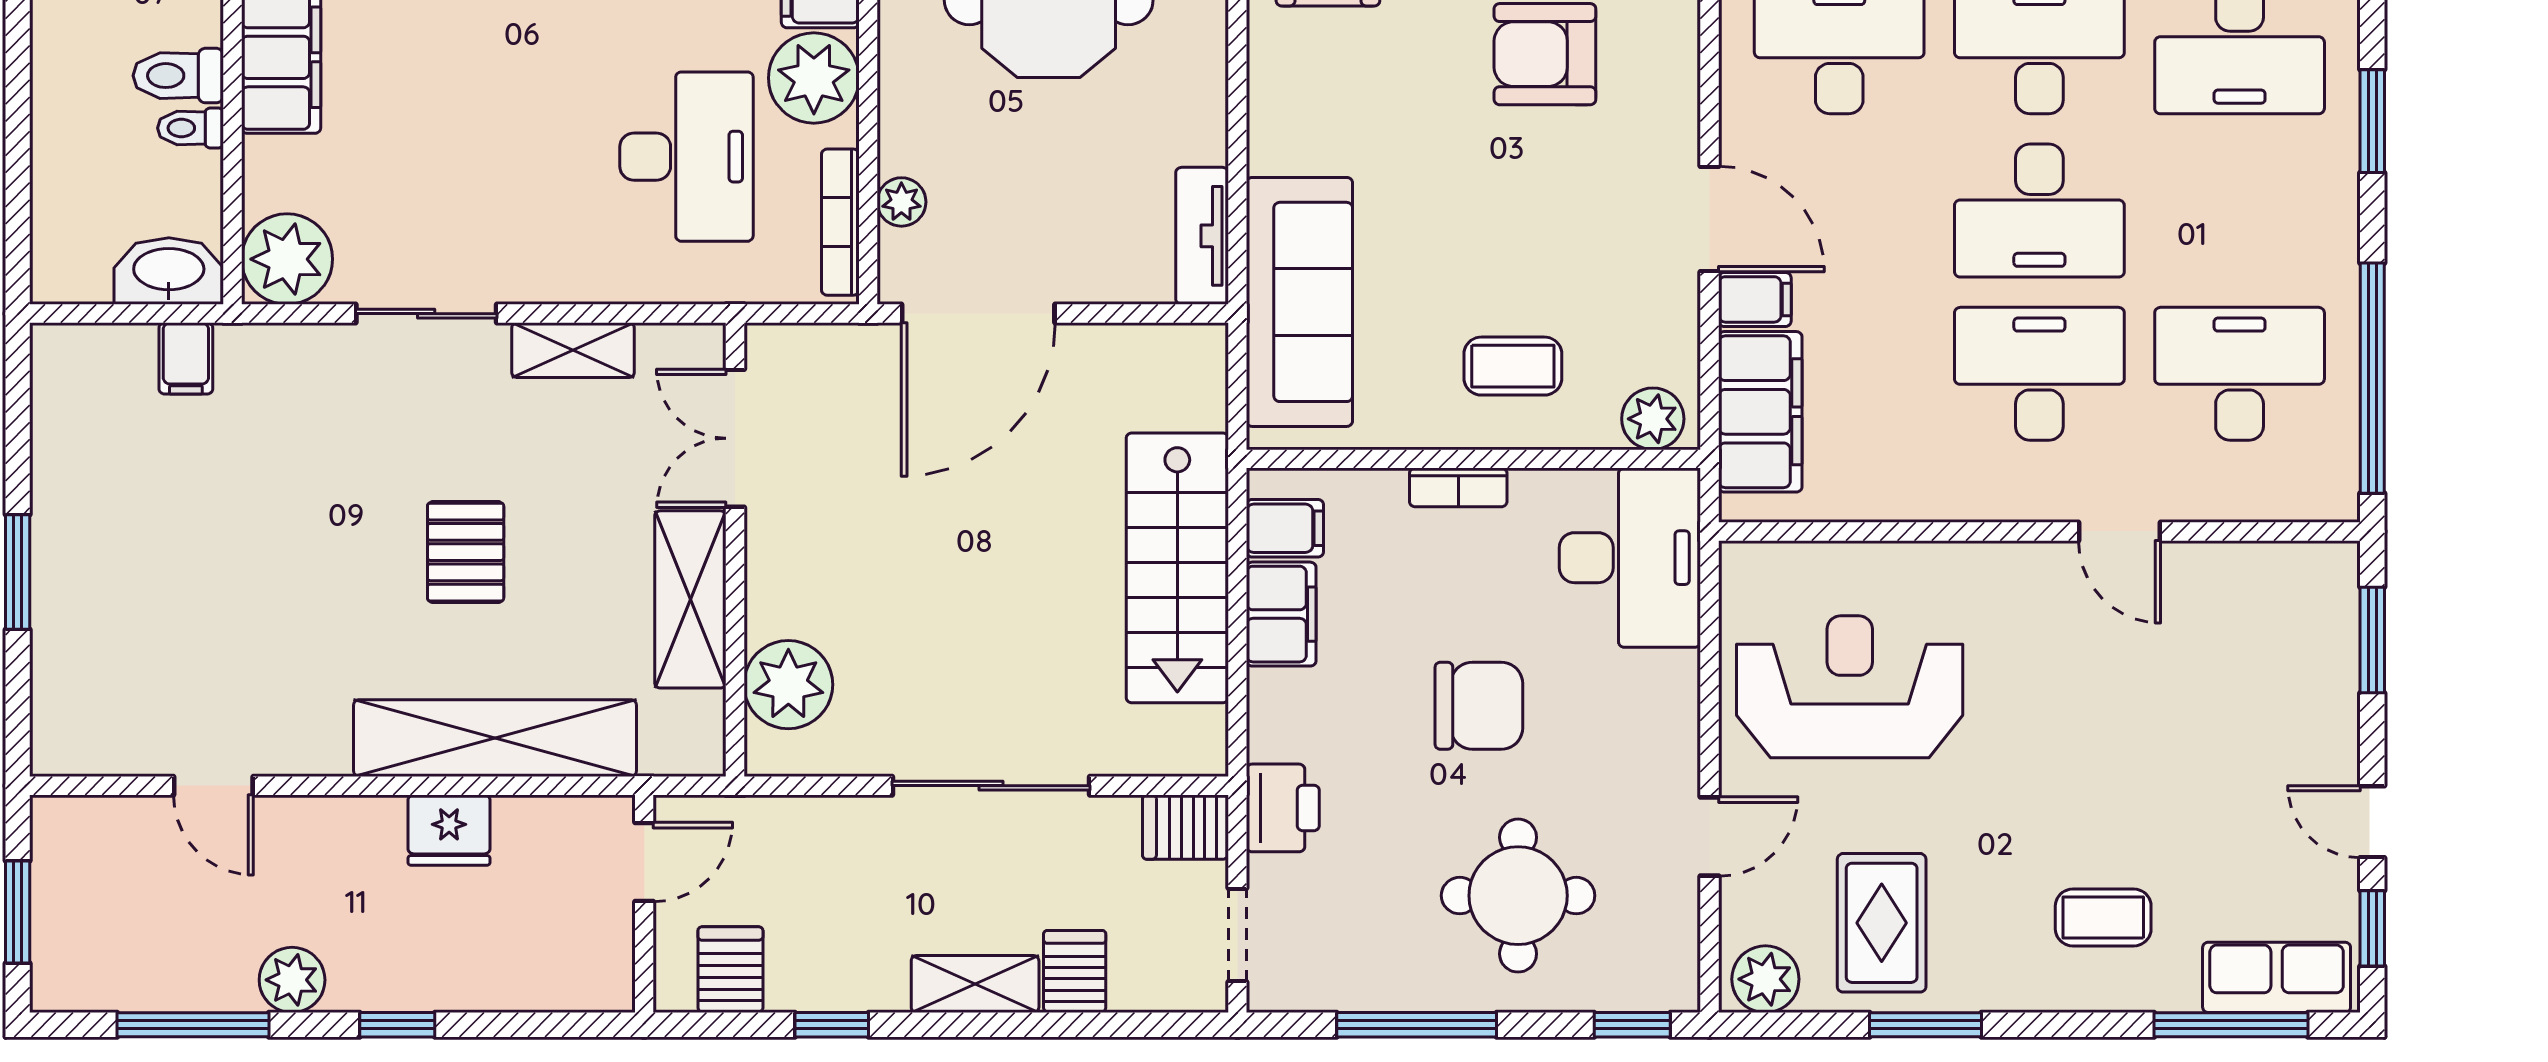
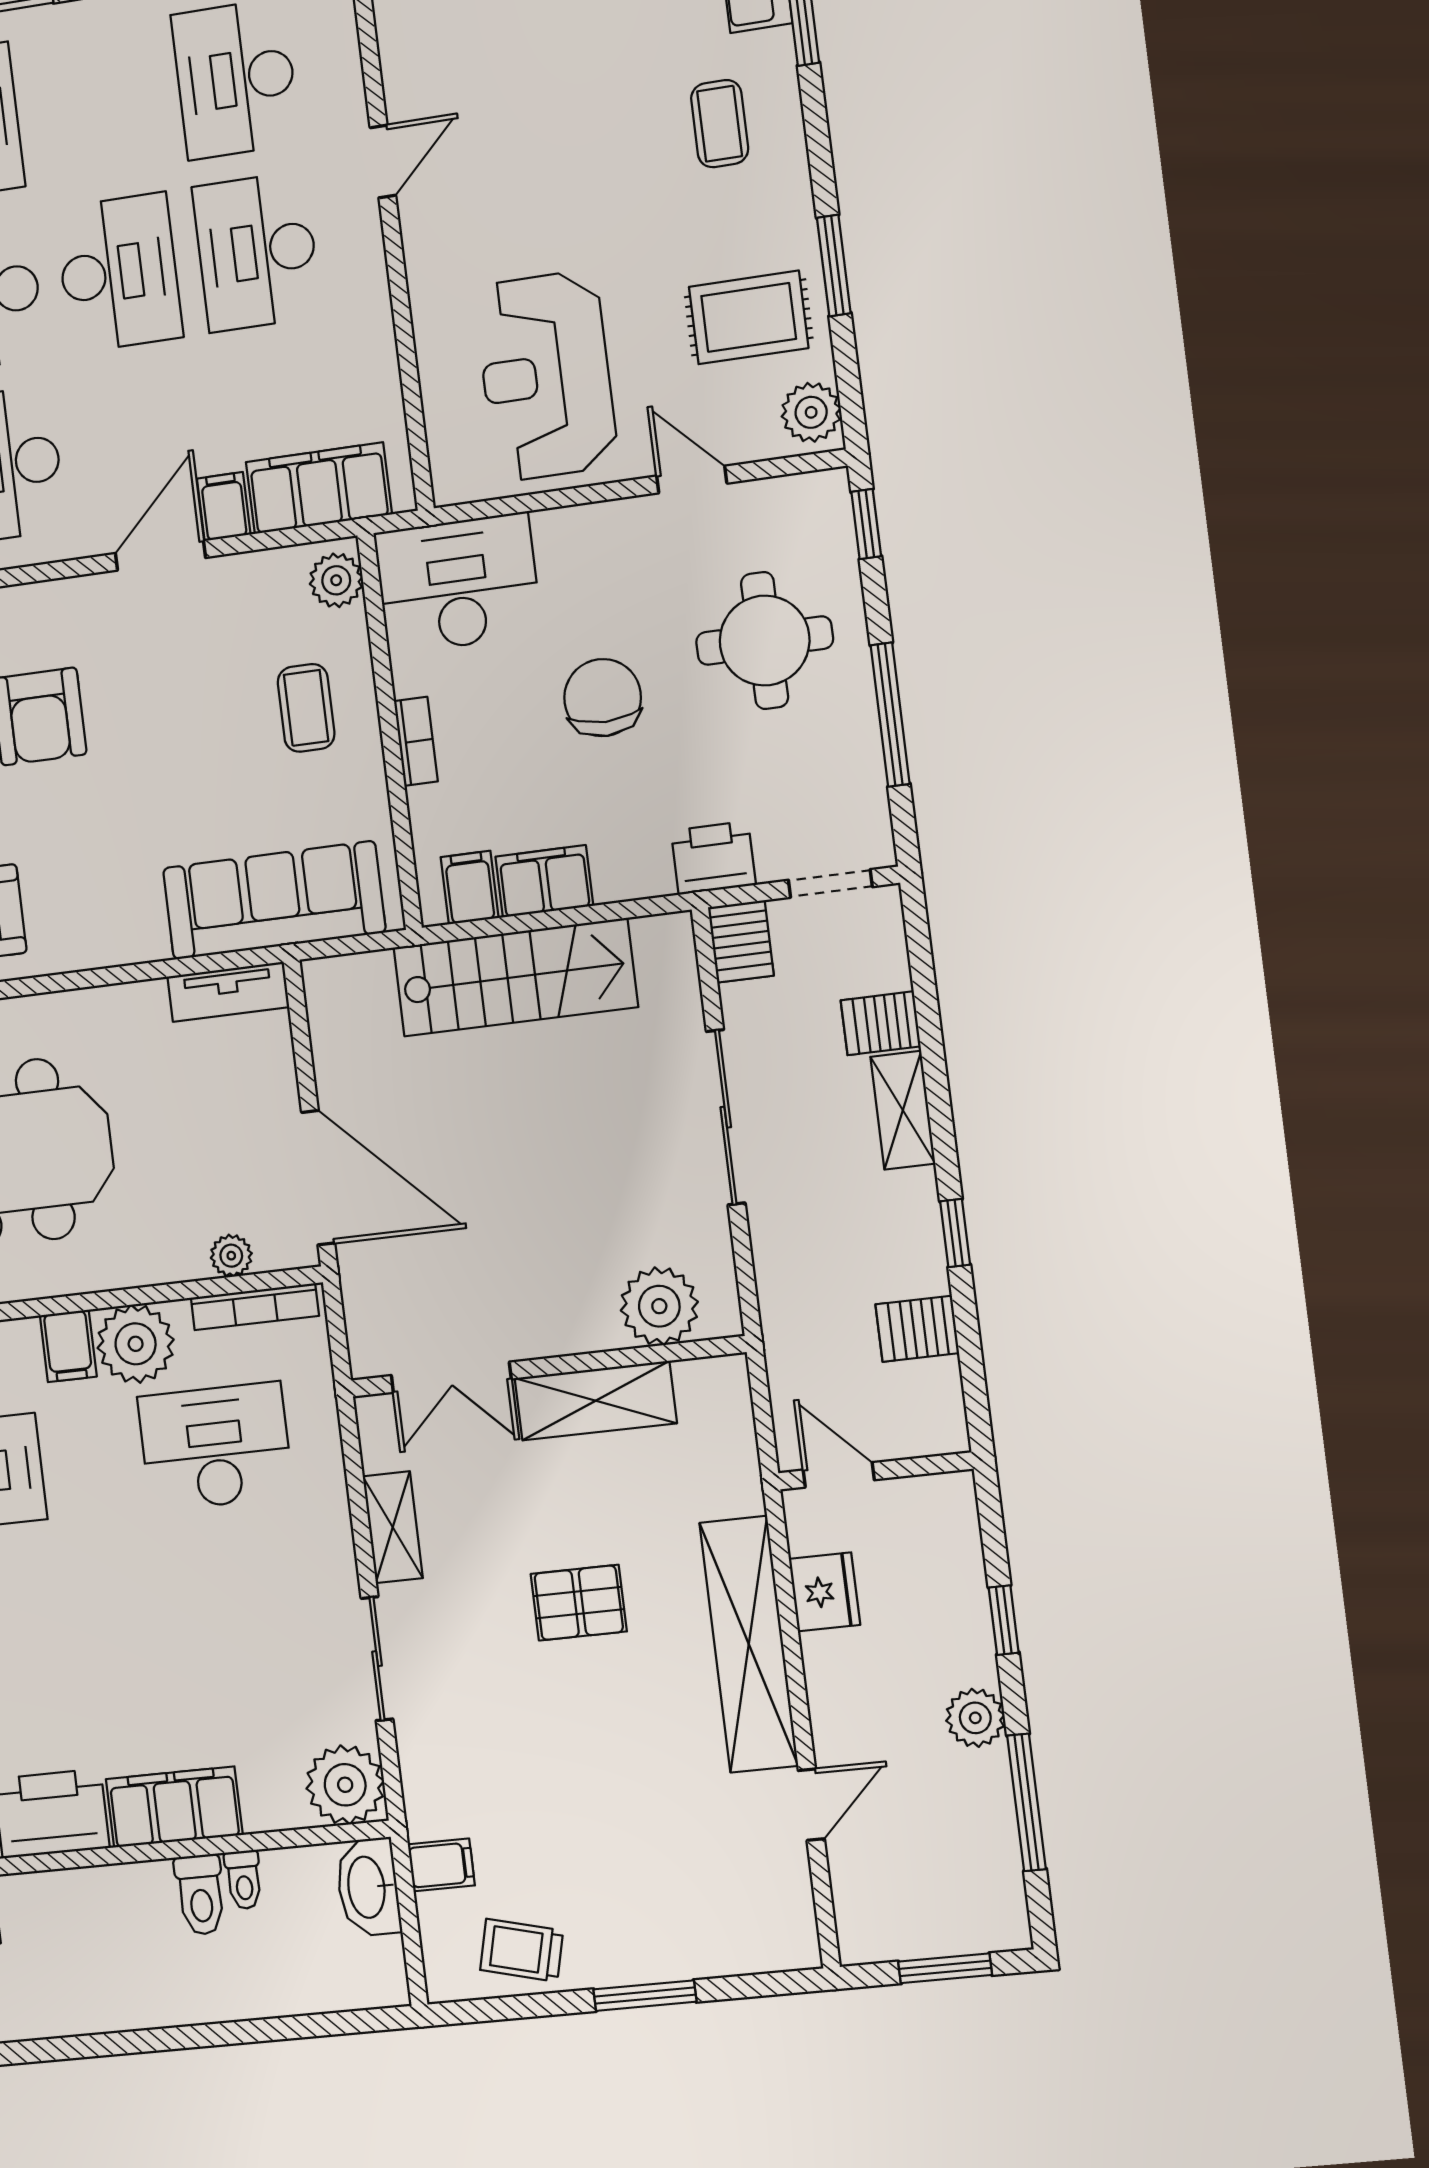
trolley: (81, 438) -> (522, 1950), added
shelving: (495, 738) -> (749, 1644), moved
door: (644, 862) -> (839, 1475), moved
wall: (644, 904) -> (876, 1471), moved

